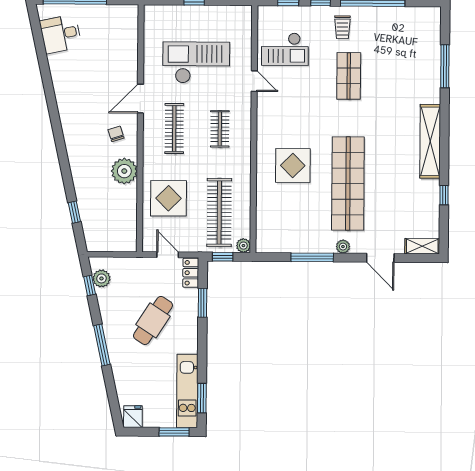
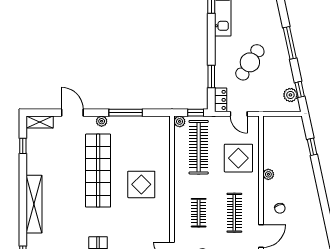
plant: (124, 171) -> (268, 174), width x0.53, depth x0.53
window: (444, 195) -> (23, 146), moved

